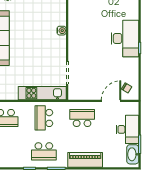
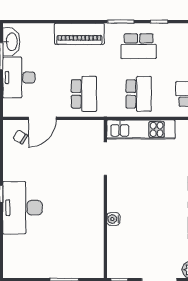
school desk: (82, 118) -> (84, 94), turned -90
school desk: (44, 151) -> (139, 46), turned 180

